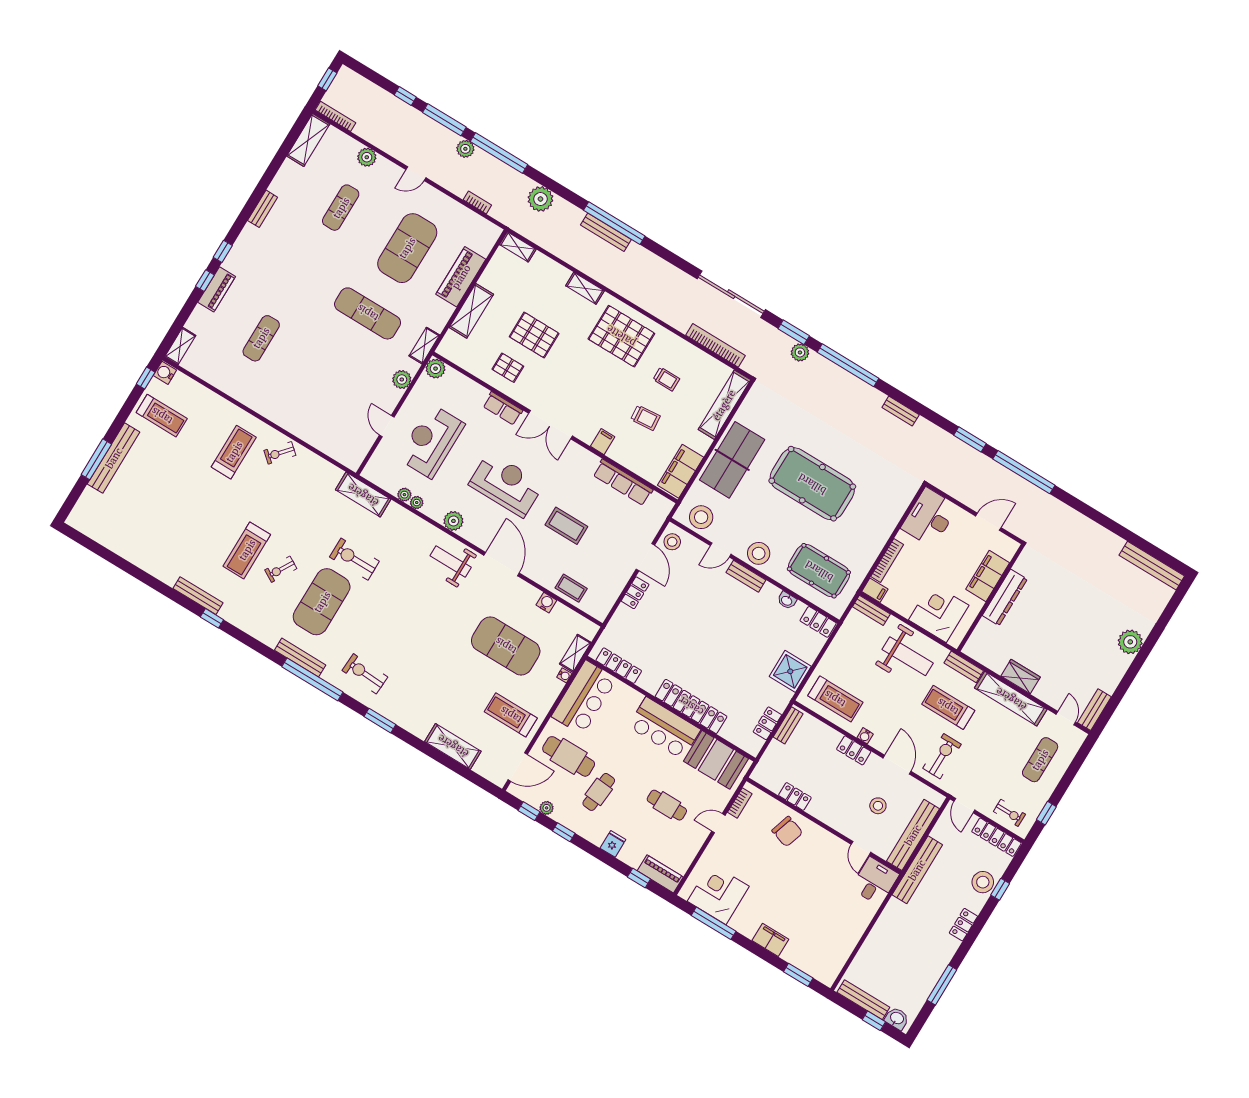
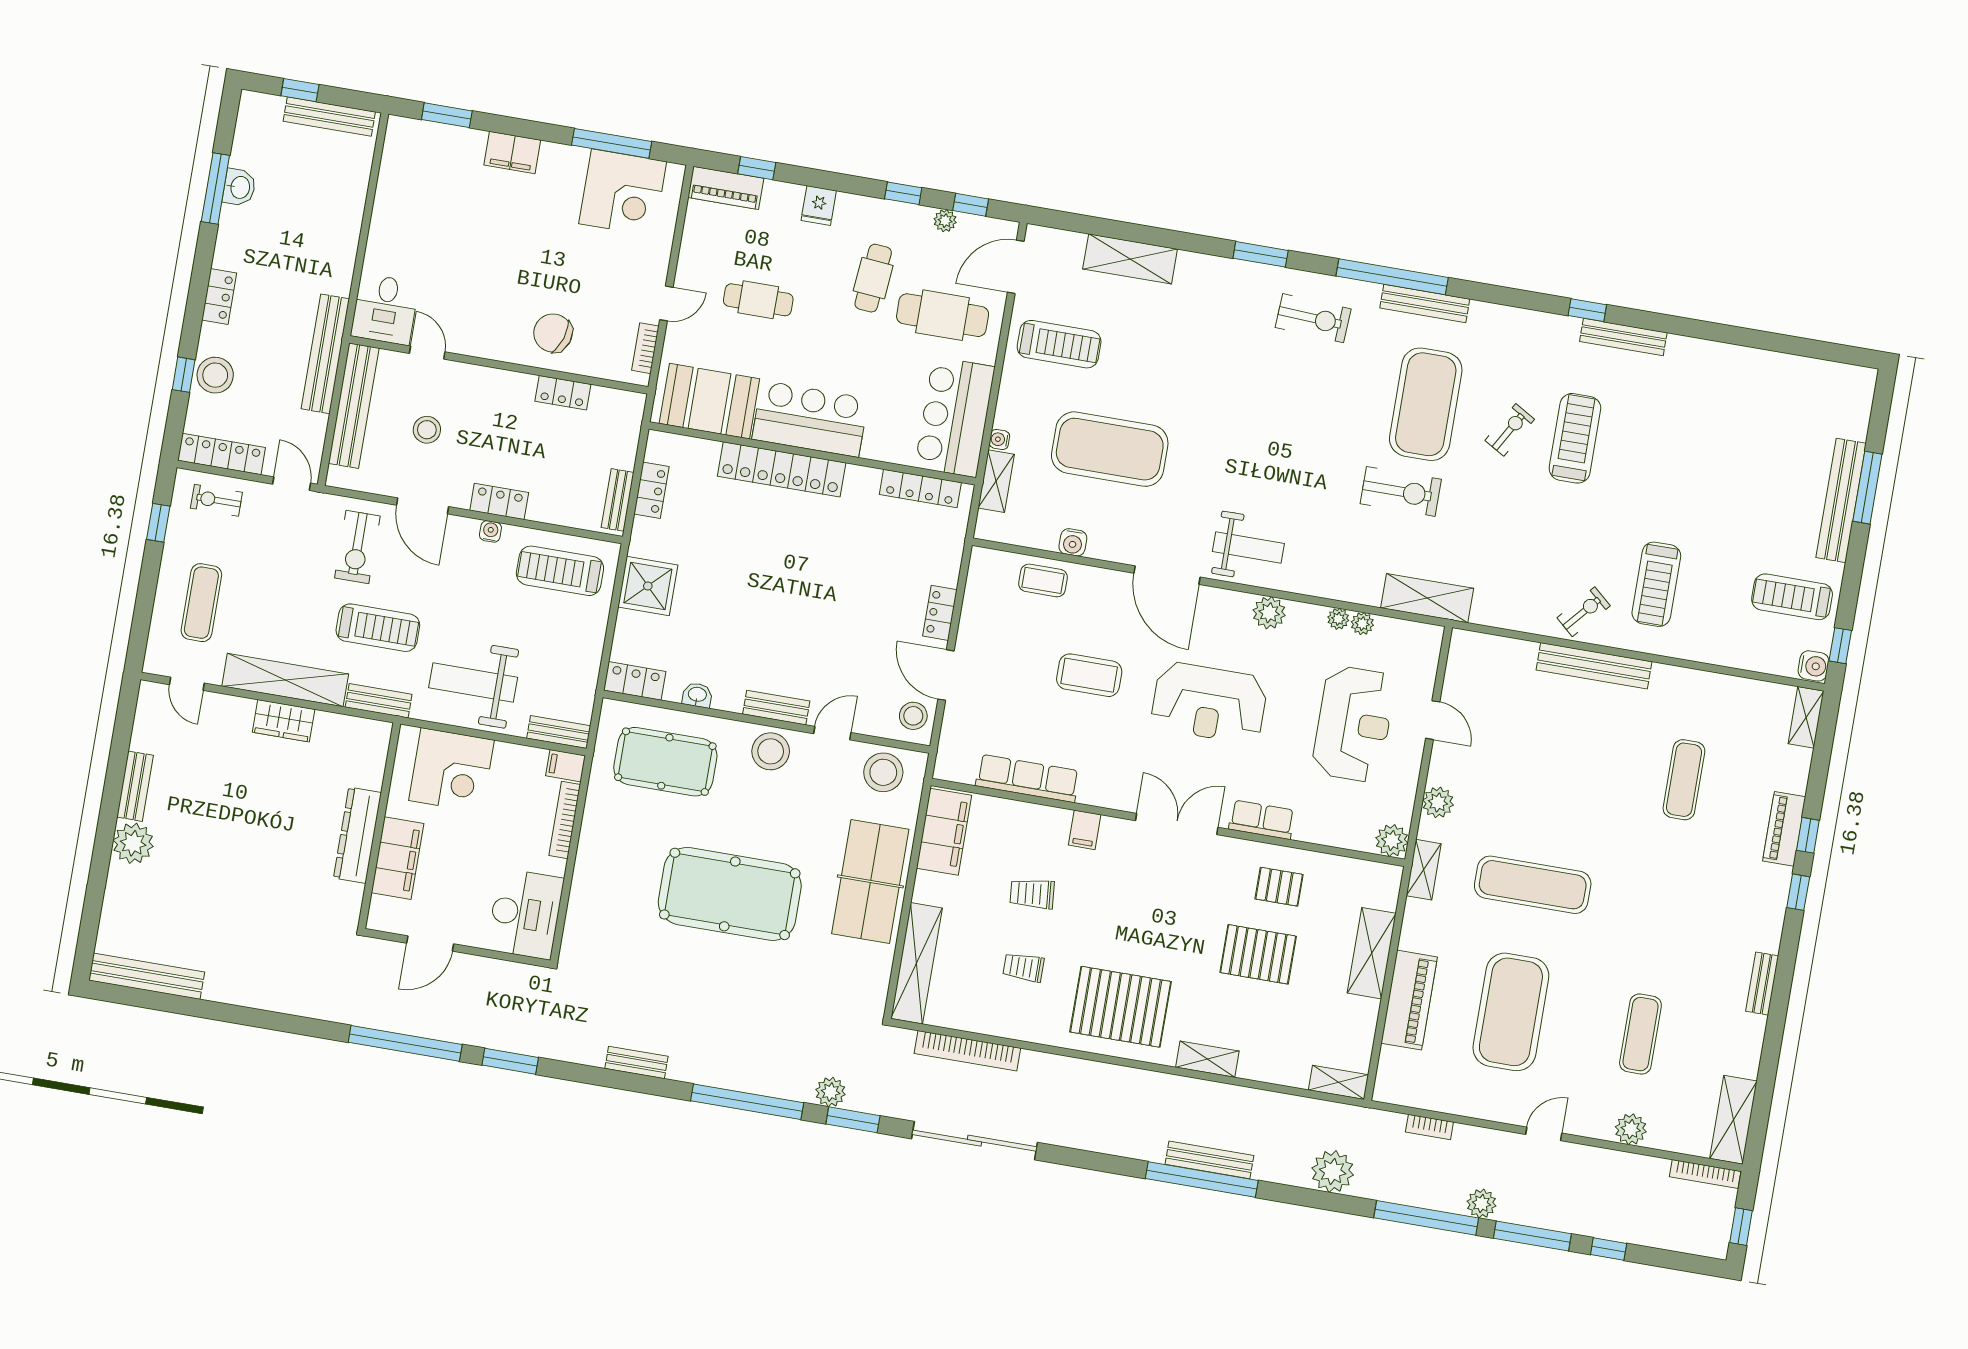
bench: (286, 421) -> (1594, 666), added
bench: (1094, 710) -> (135, 786), moved
washbasin: (897, 1018) -> (239, 187), moved, turned -90

